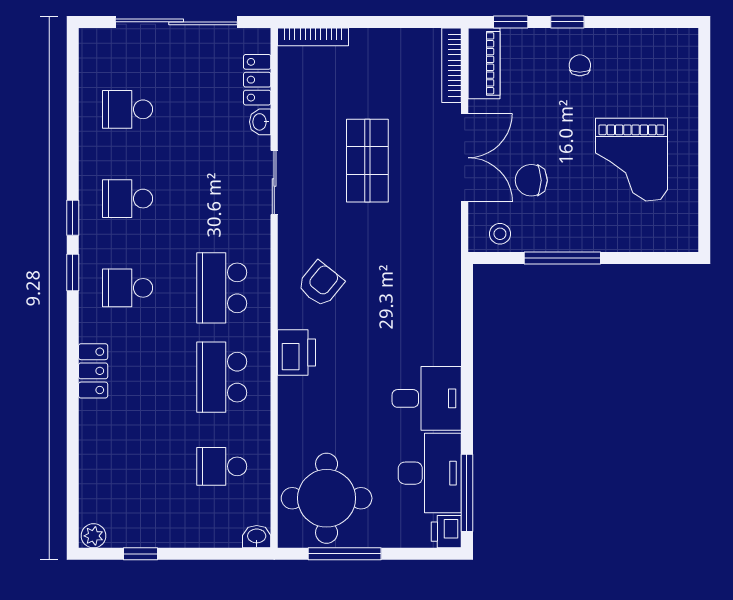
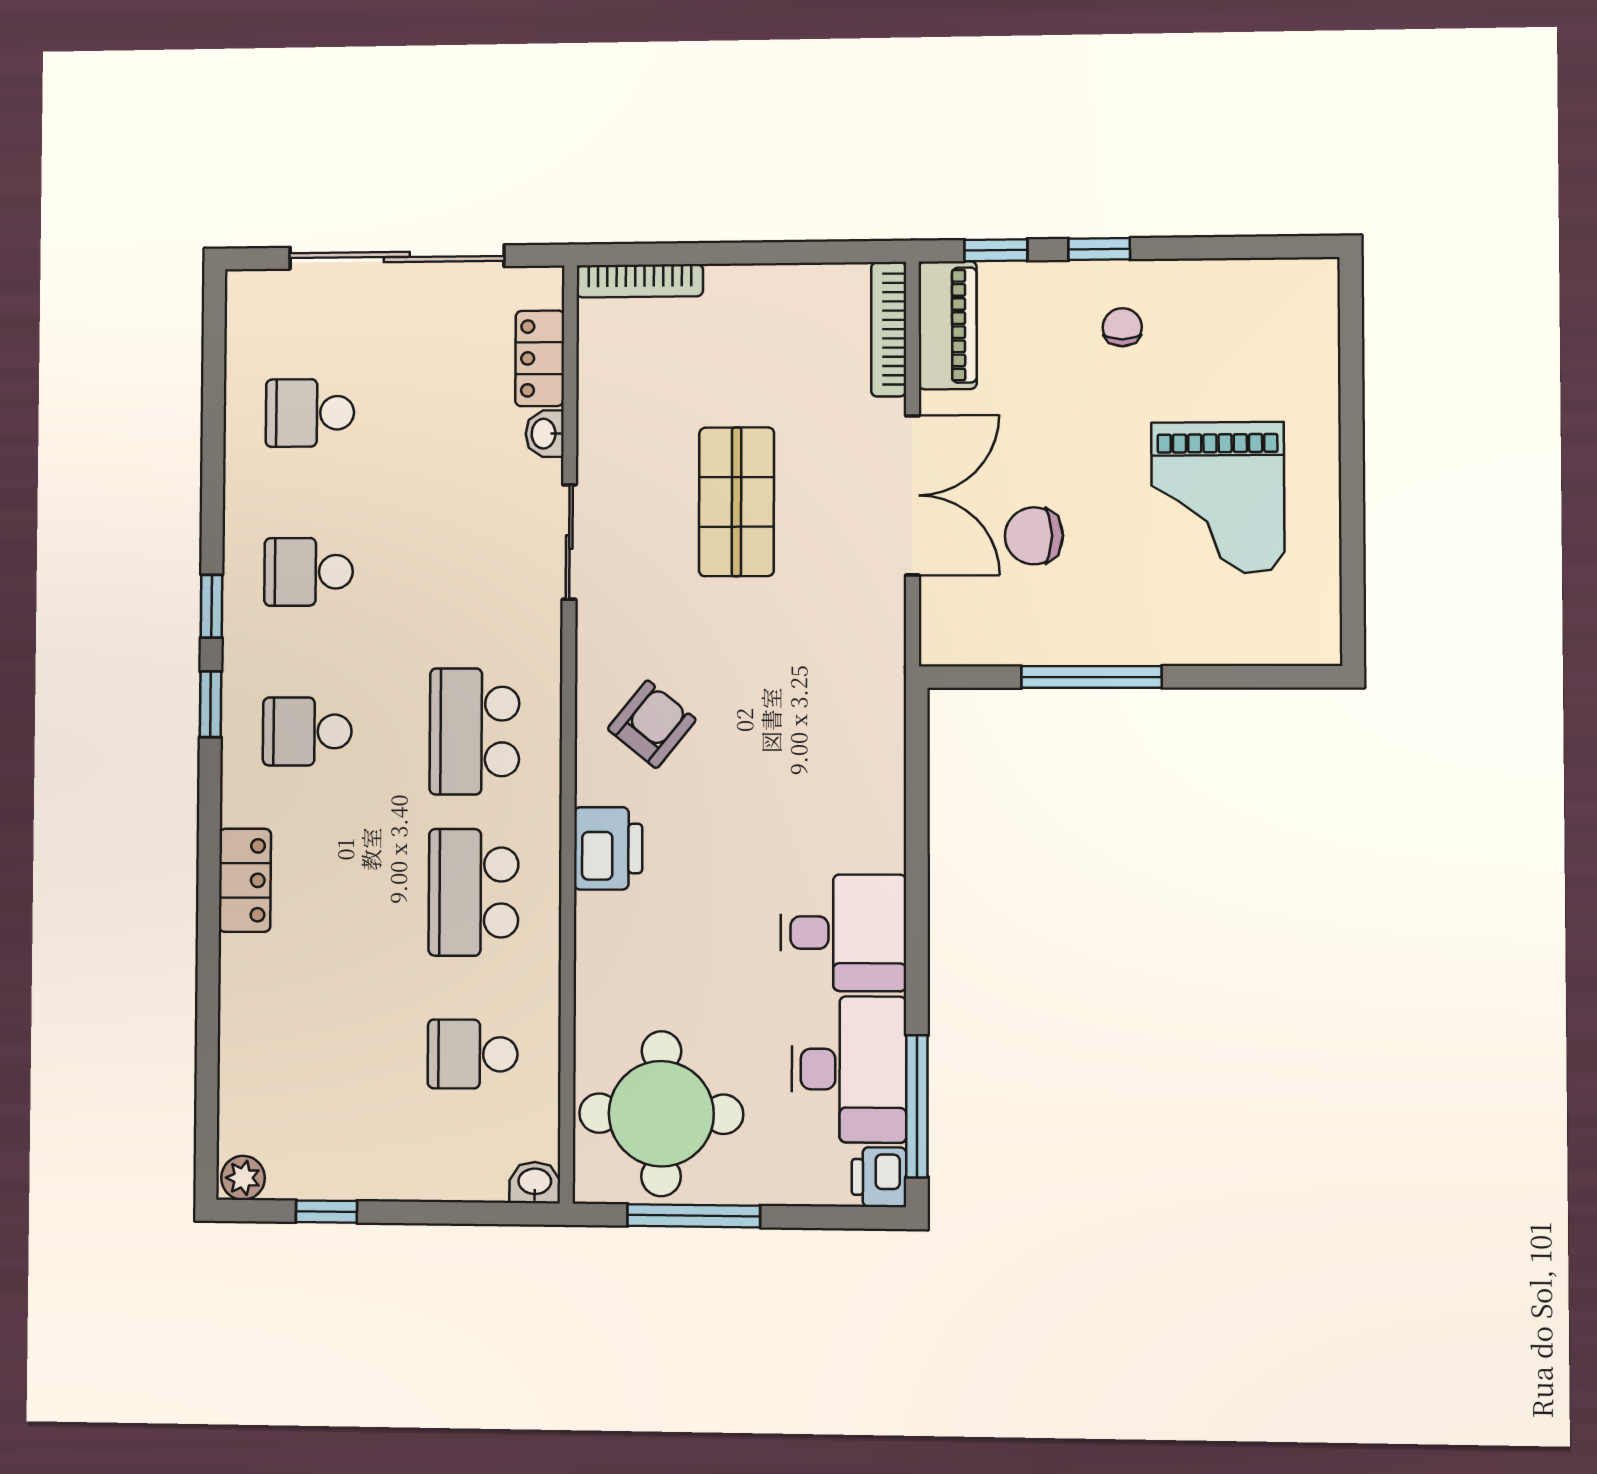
stool: (500, 234) -> (977, 633), removed

